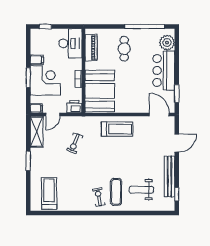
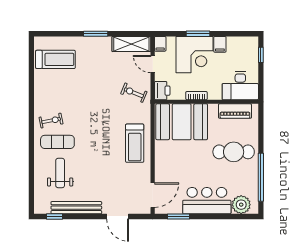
cafe table: (124, 49) -> (234, 152), width x1.37, depth x1.35
exercise bike: (75, 143) -> (134, 93), moved

